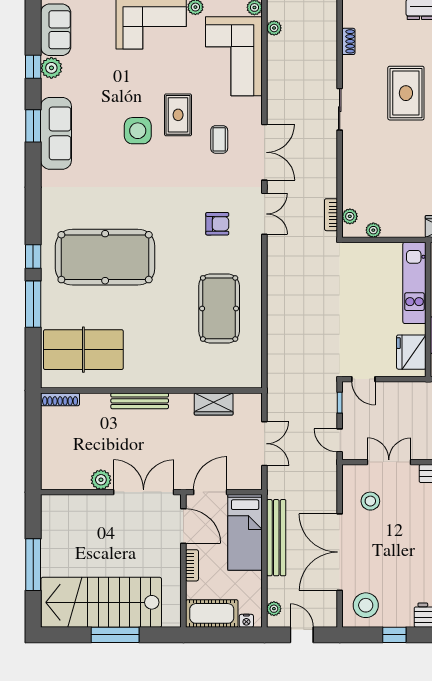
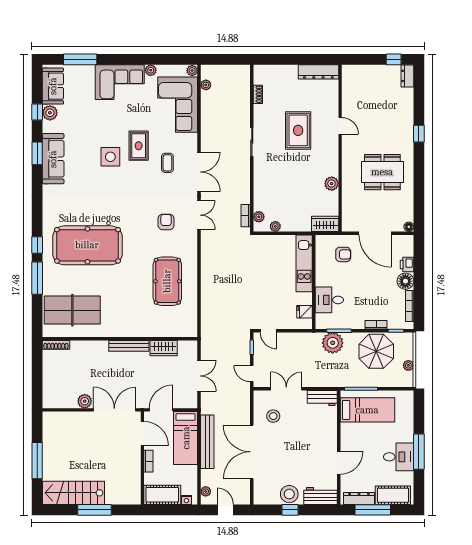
armchair: (217, 224) -> (166, 222), turned -90
fridge: (411, 352) -> (305, 312), width x0.53, depth x0.75
bench: (140, 401) -> (129, 346), moved
stairs: (101, 602) -> (74, 493), width x0.73, depth x0.66
stool: (366, 605) -> (289, 494), moved

